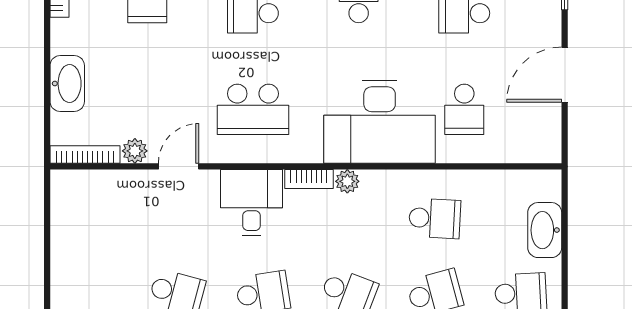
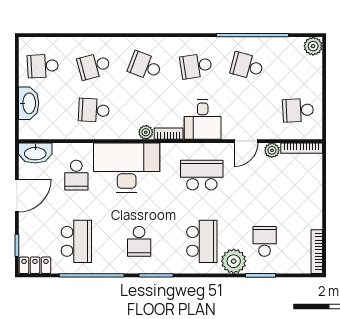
washbasin: (67, 83) -> (35, 153), moved, turned -90
school desk: (464, 109) -> (76, 175), turned 180
school desk: (91, 218) -> (298, 110), added

